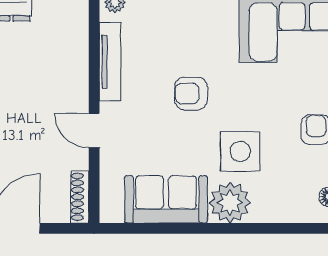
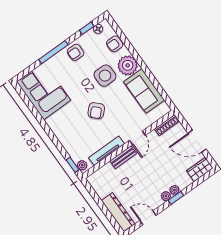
bench: (78, 82) -> (123, 157), added
armchair: (191, 93) -> (96, 111), turned 45
armchair: (283, 207) -> (115, 44), added

